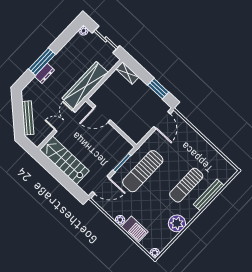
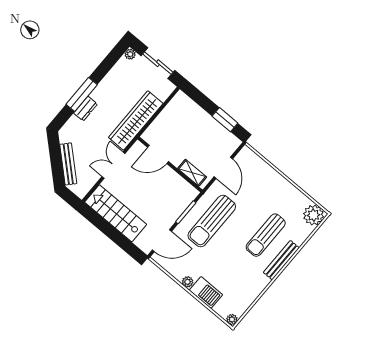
shelving: (127, 73) -> (192, 173), moved
door: (162, 120) -> (223, 168), moved
bench: (209, 195) -> (281, 260), moved
plant: (177, 223) -> (313, 215), moved

